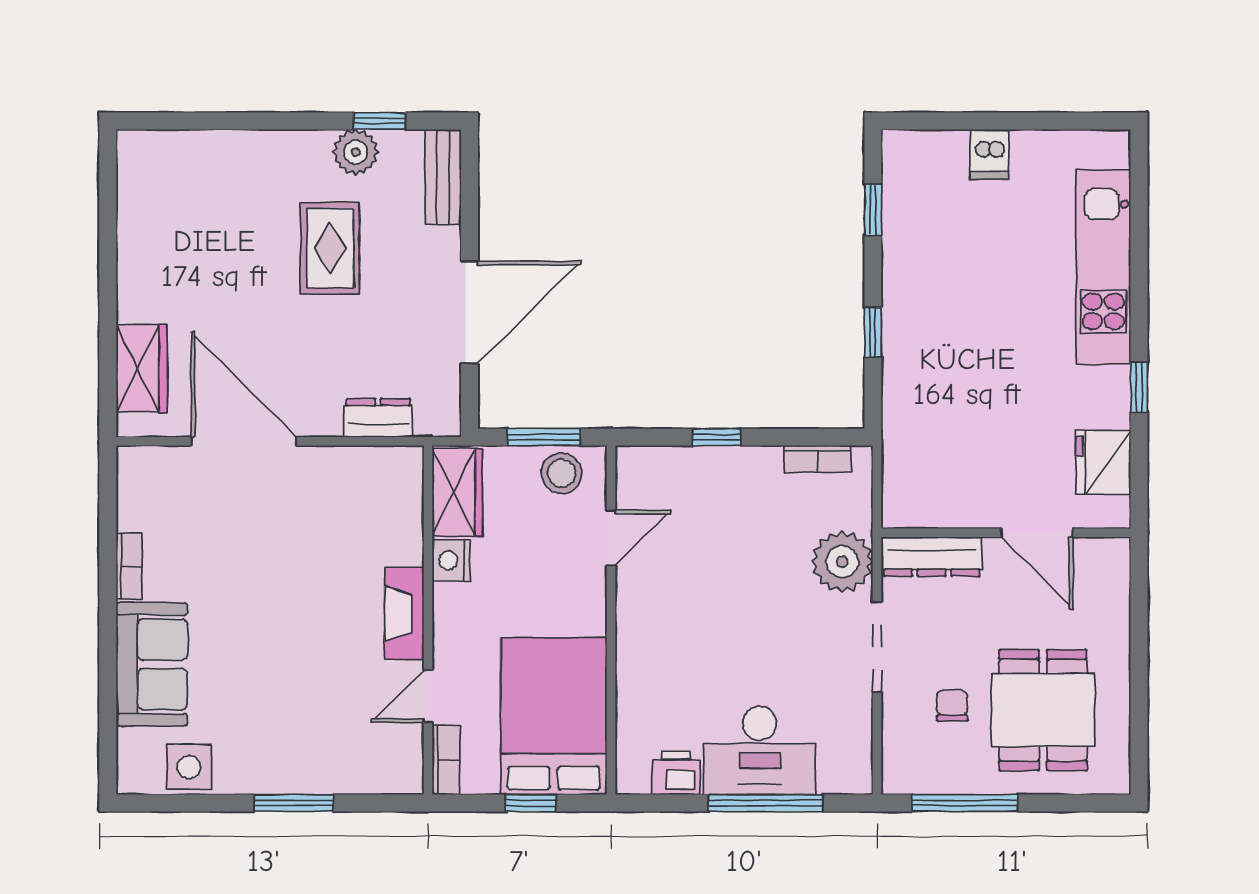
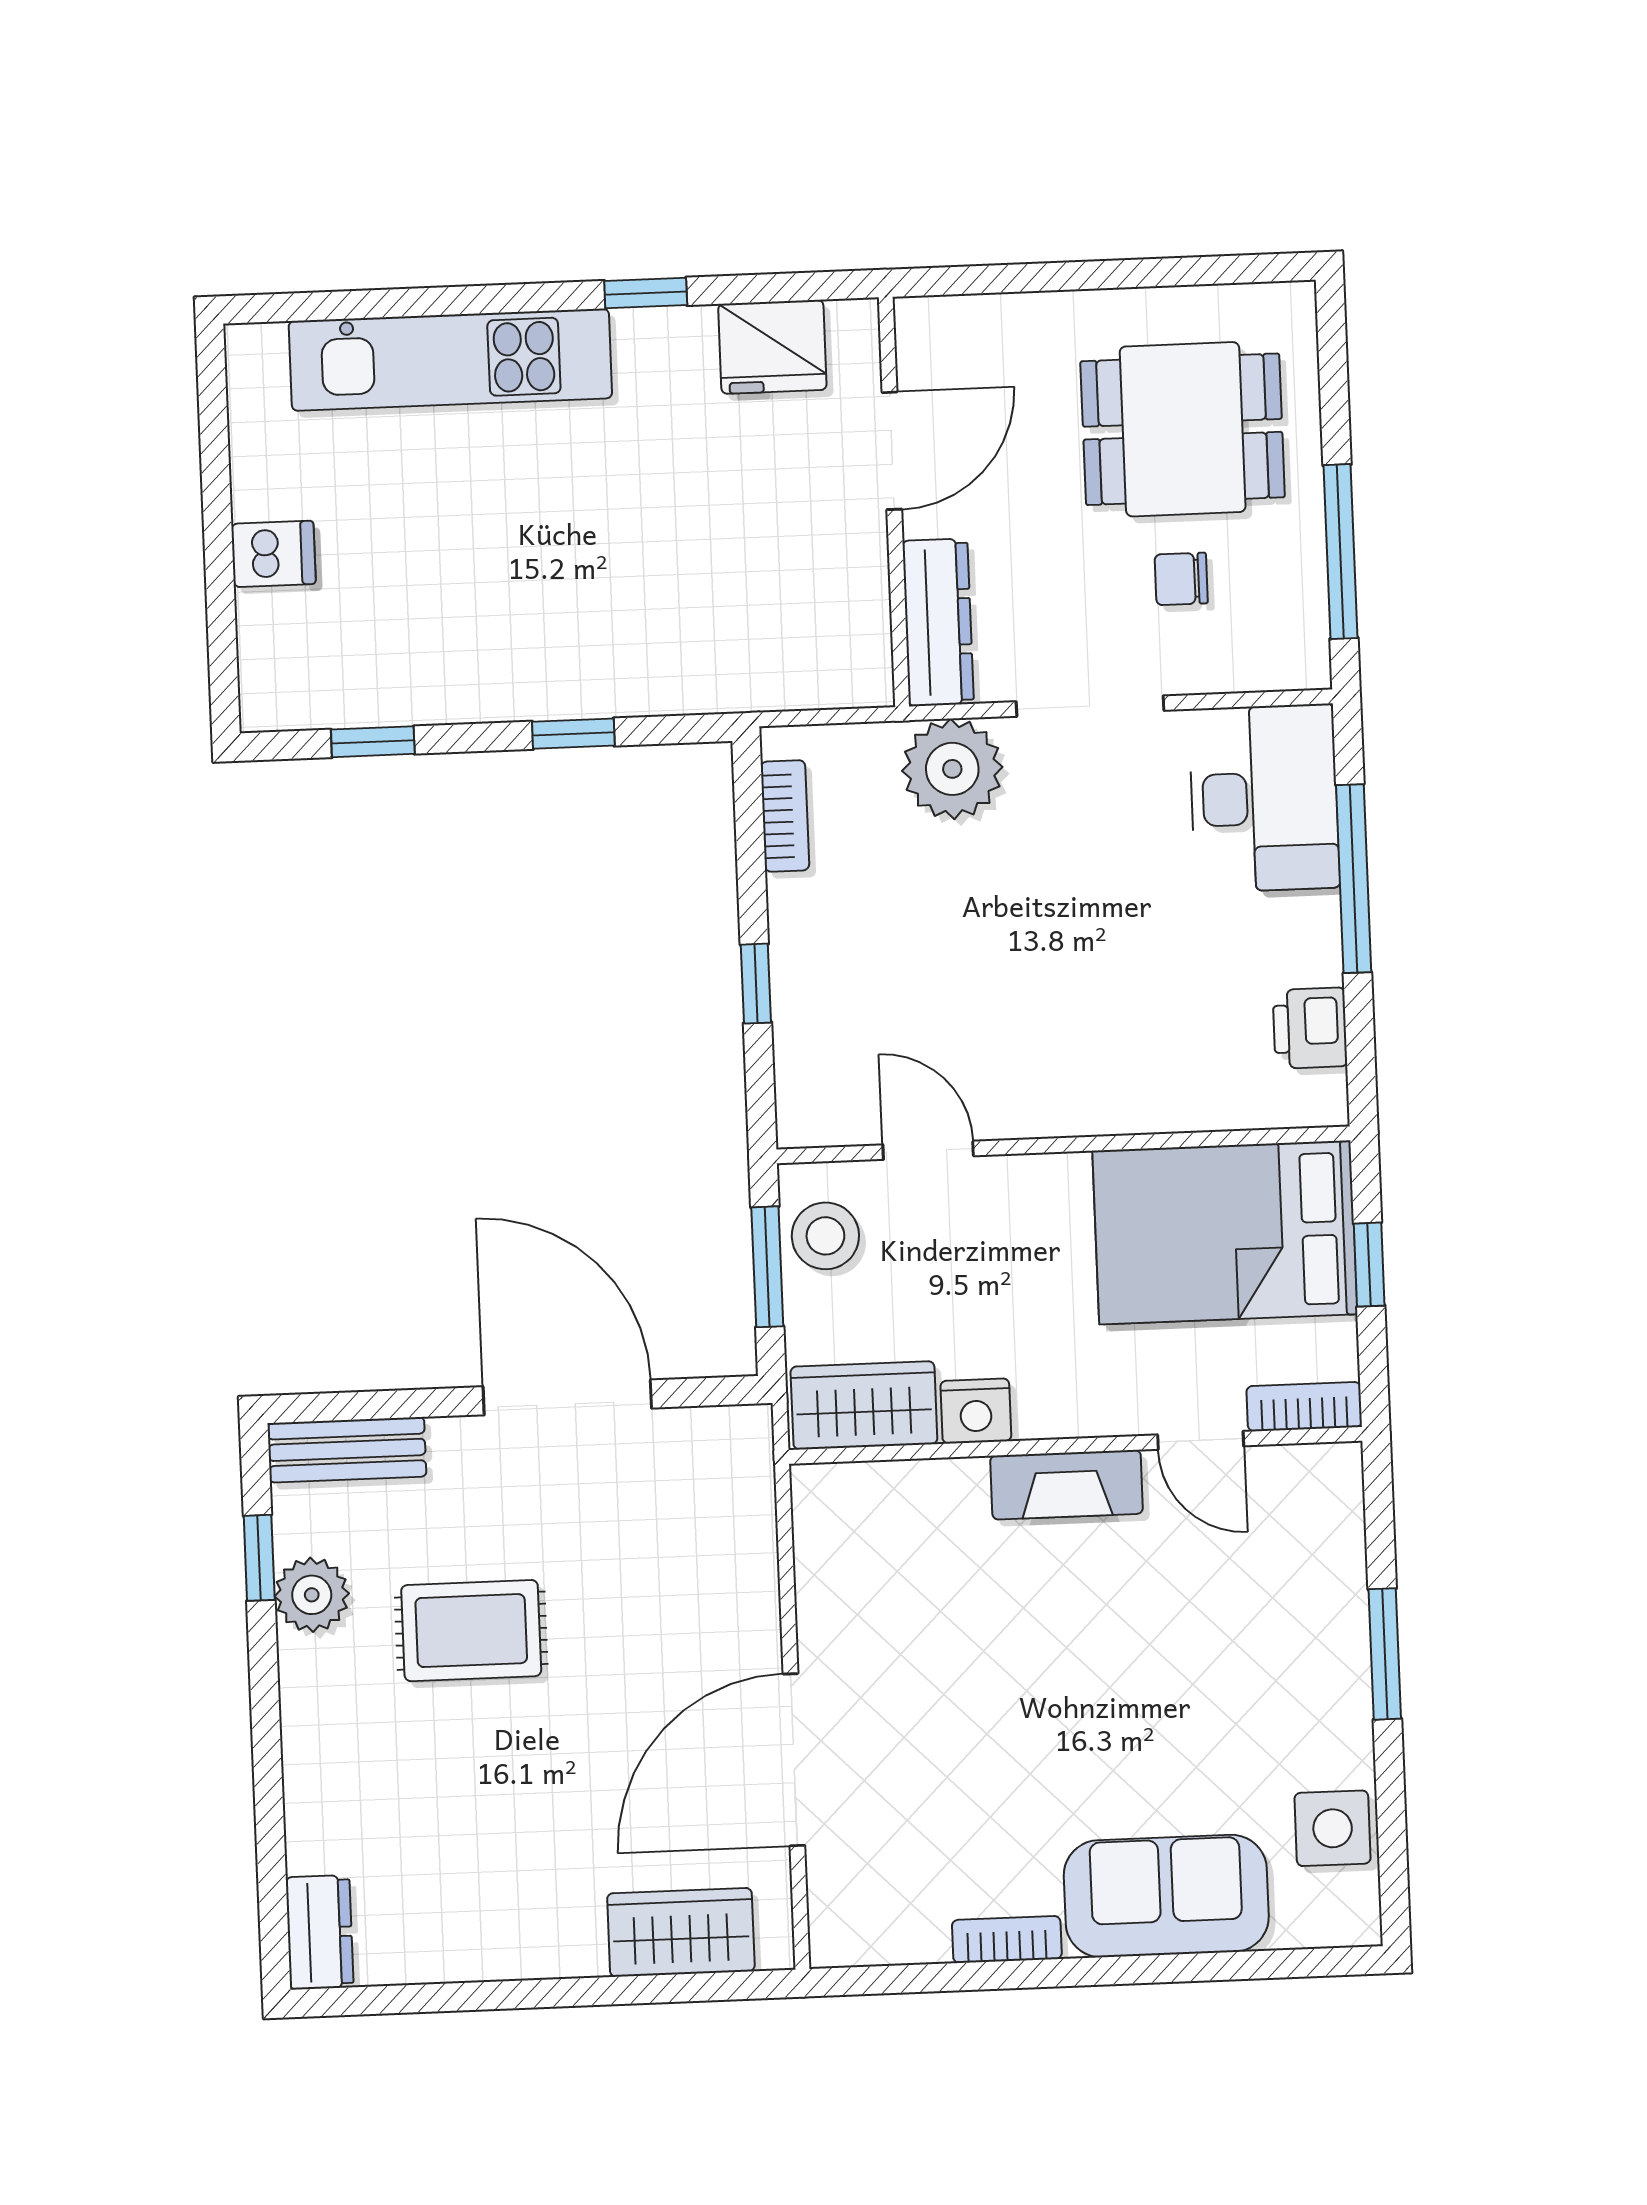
dresser: (378, 418) -> (320, 1932), moved, turned 180
desk: (759, 751) -> (1264, 798), moved

